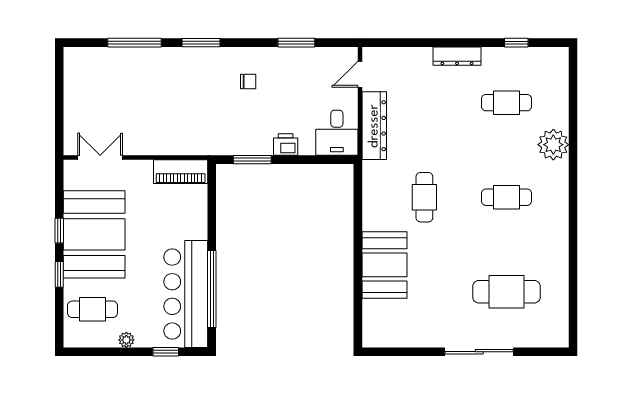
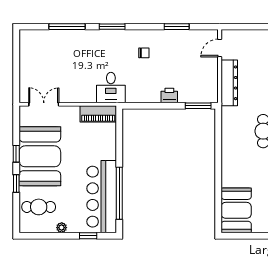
desk: (337, 133) -> (111, 88), moved
window: (252, 160) -> (198, 106), moved
booth: (384, 265) -> (236, 210), moved

